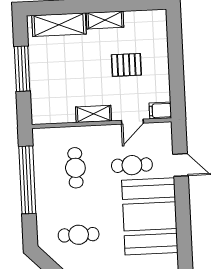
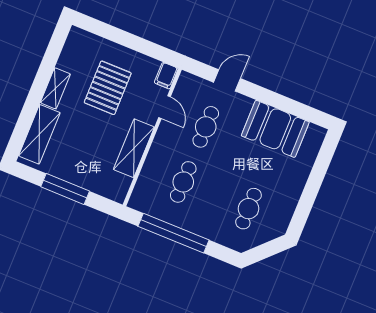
pallet: (126, 65) -> (108, 88), width x1.50, depth x1.42
shelving: (94, 114) -> (134, 148), width x1.50, depth x1.33
cafe table: (75, 168) -> (183, 182), turned 90
booth: (150, 216) -> (275, 129), width x0.73, depth x0.70

